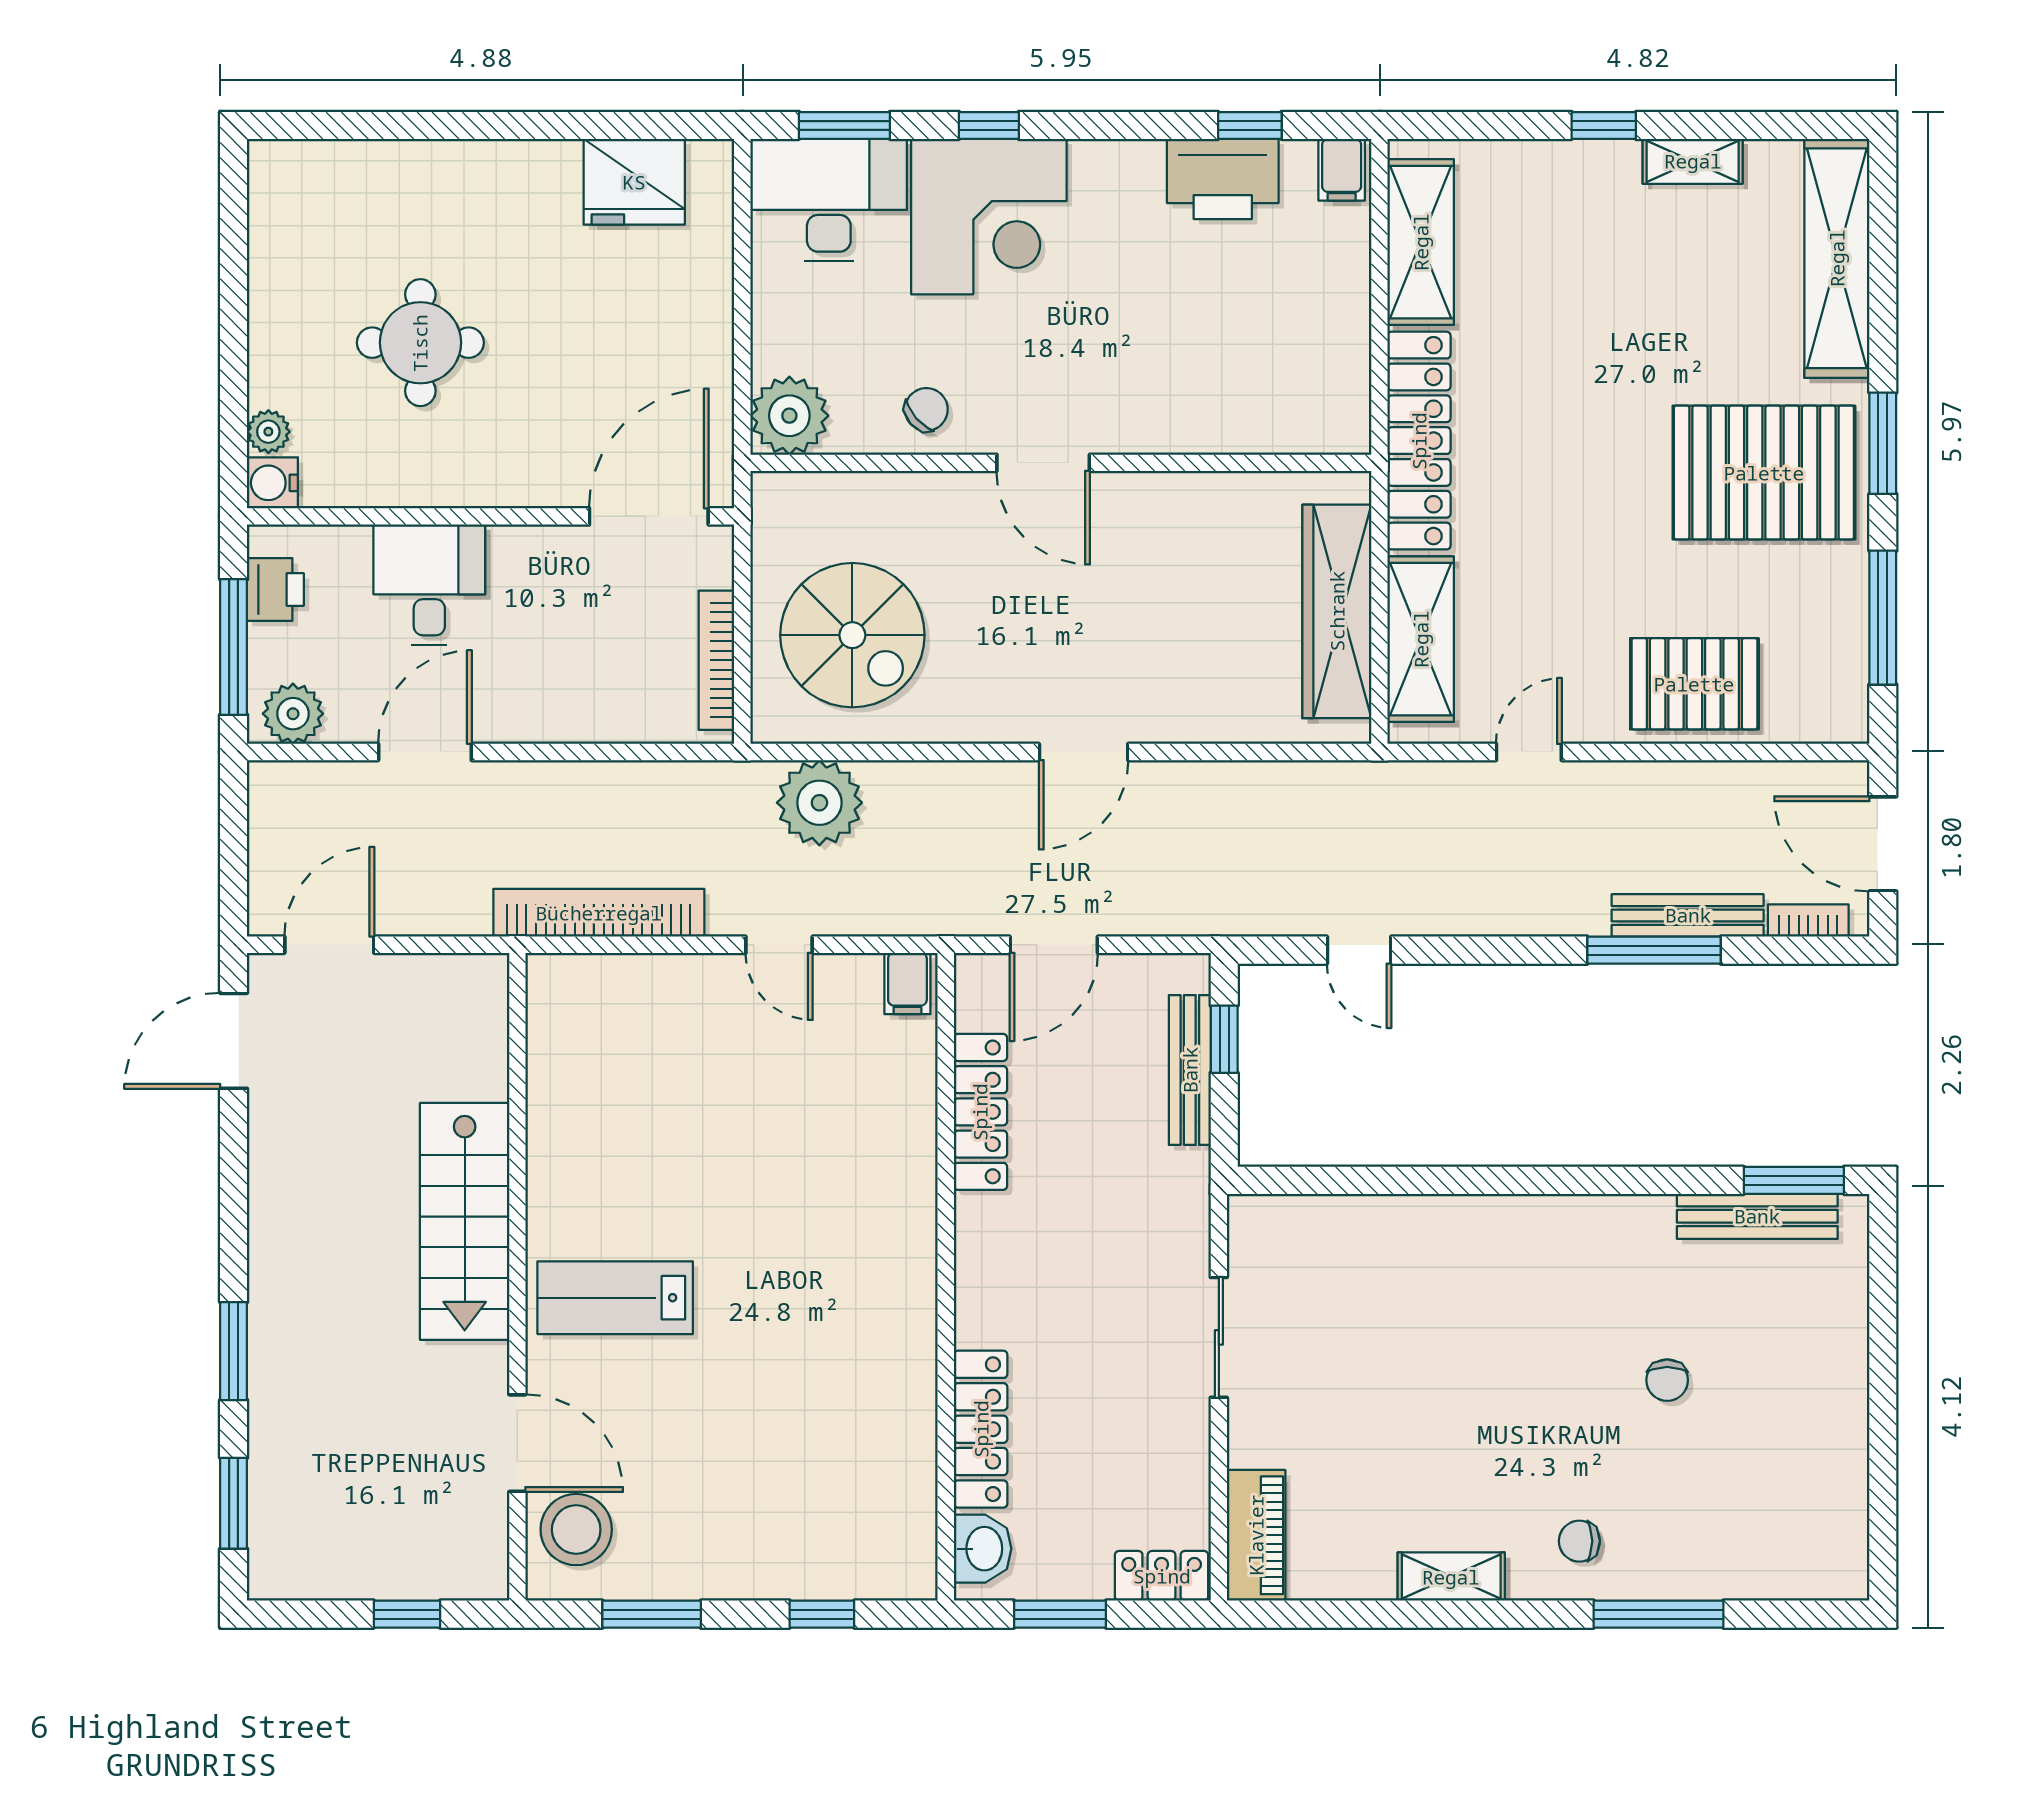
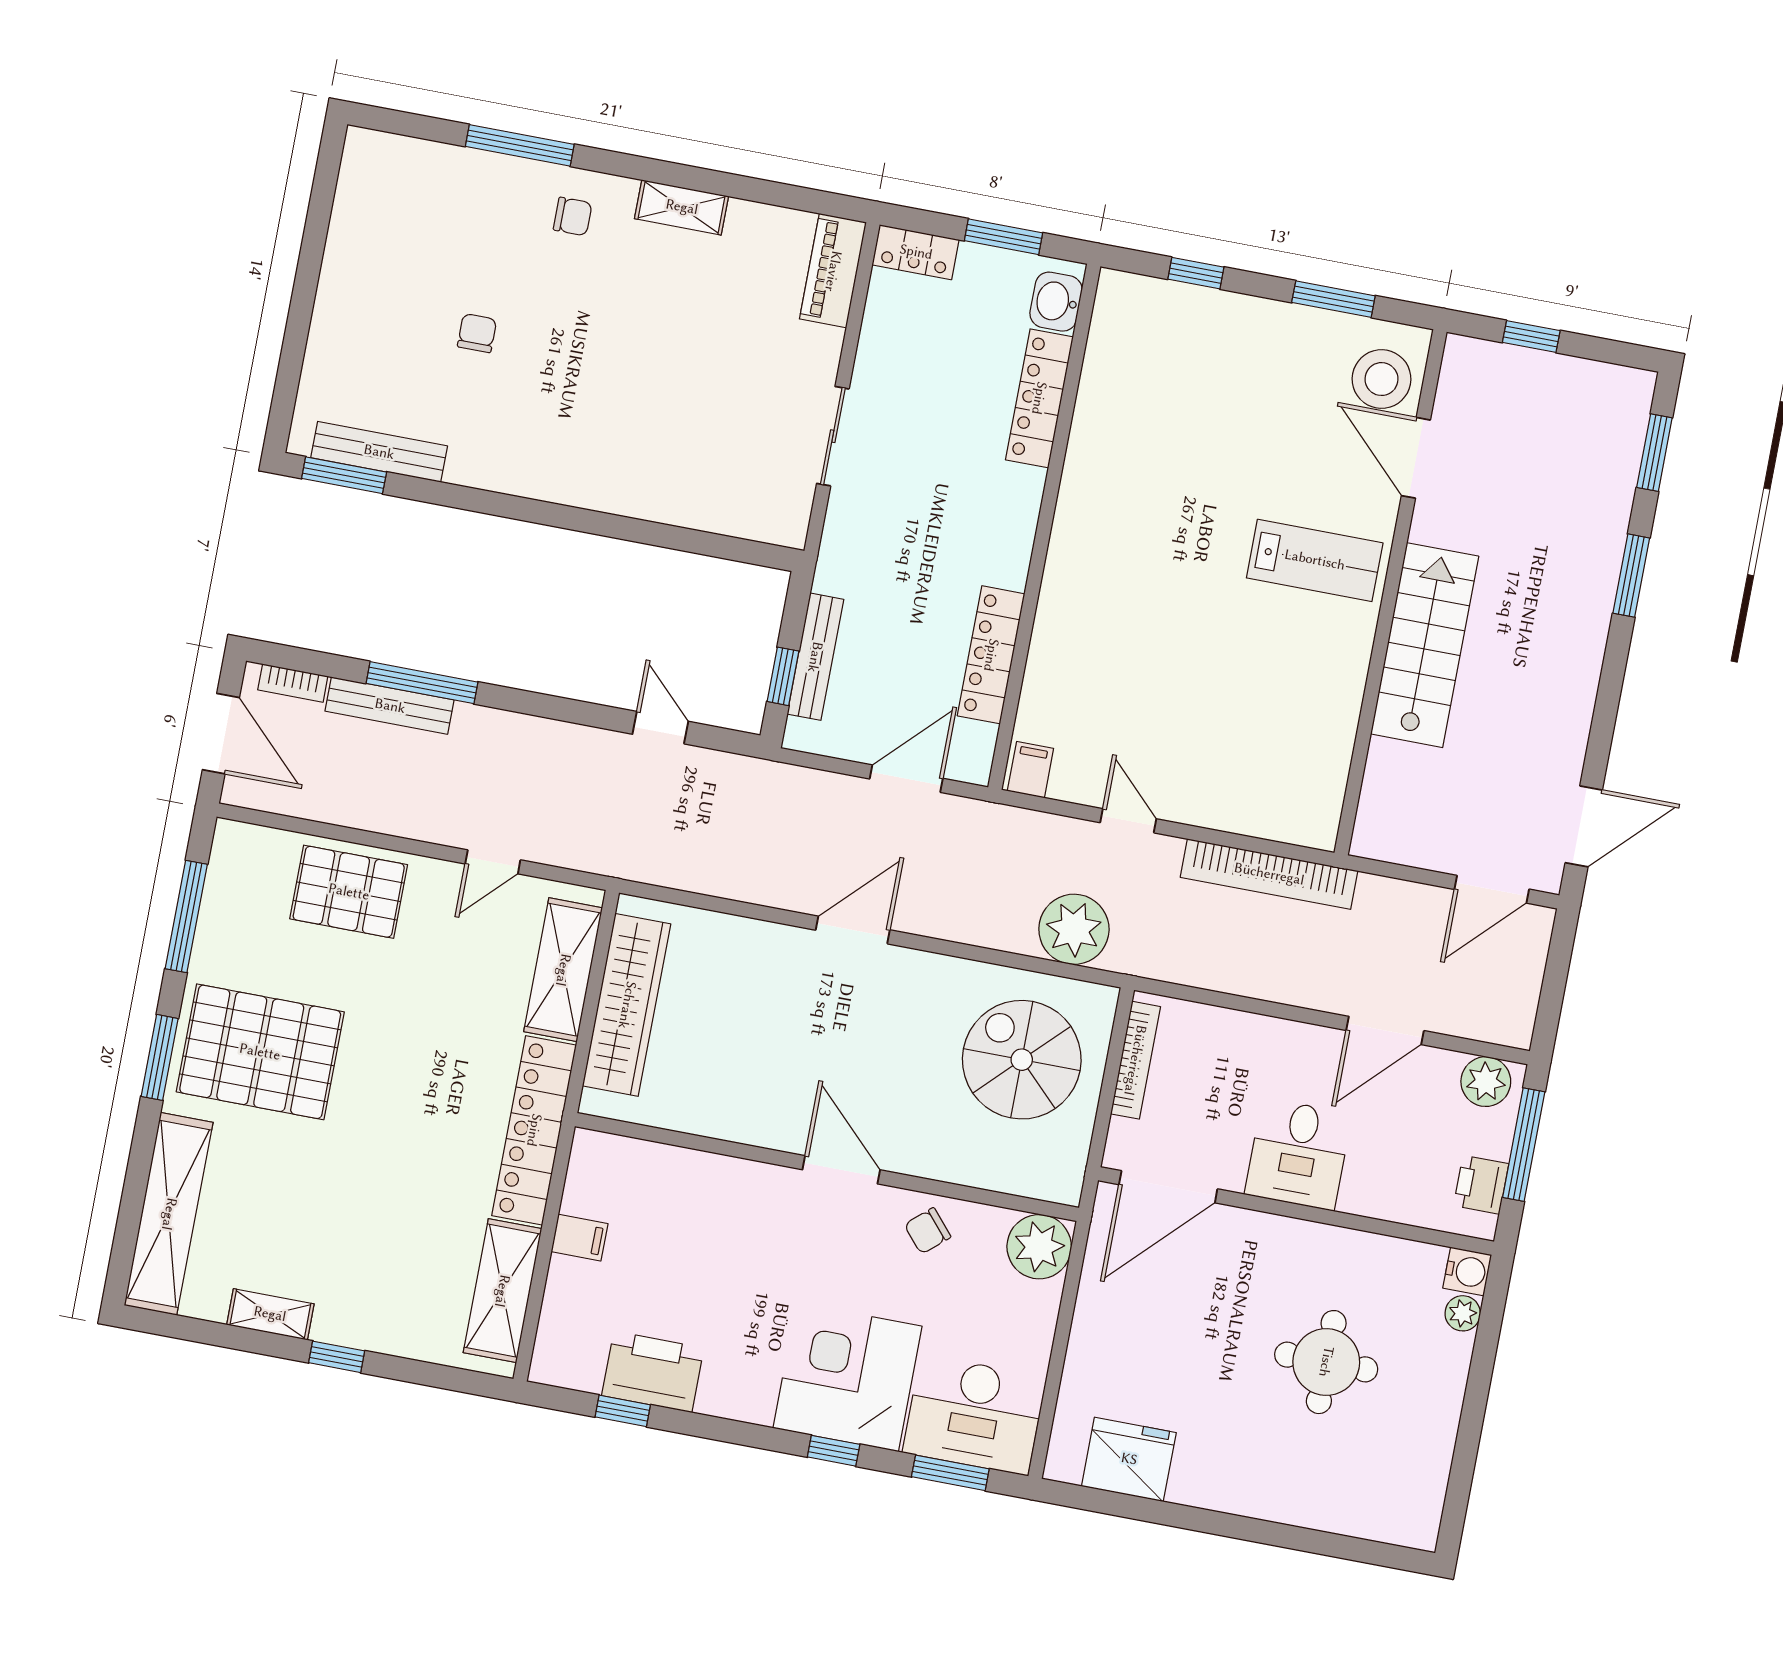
filing cabinet: (1342, 170) -> (580, 1238), moved, turned 90
desk: (429, 585) -> (1298, 1154), moved

